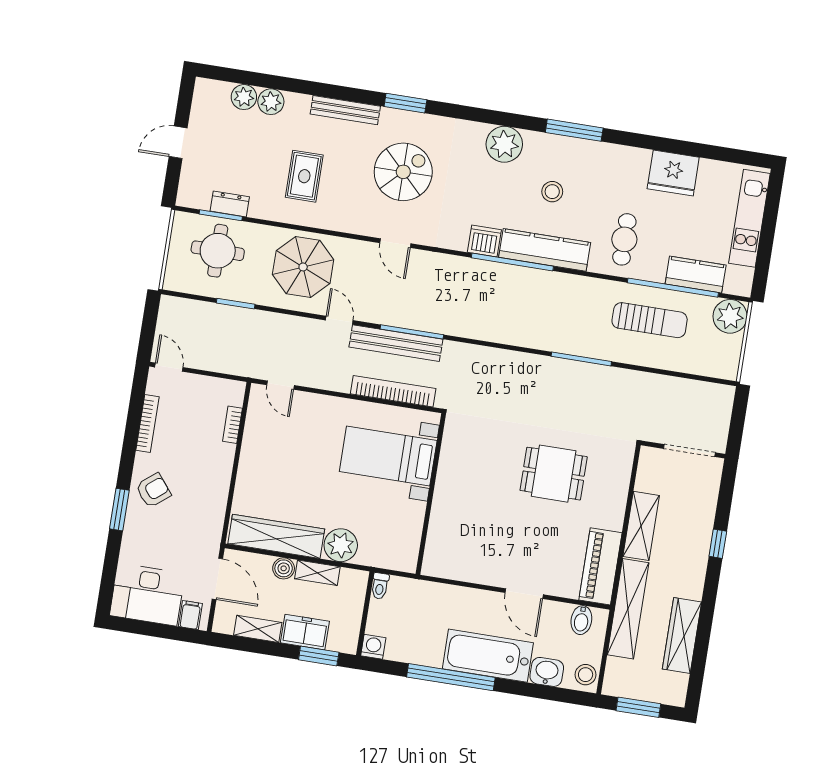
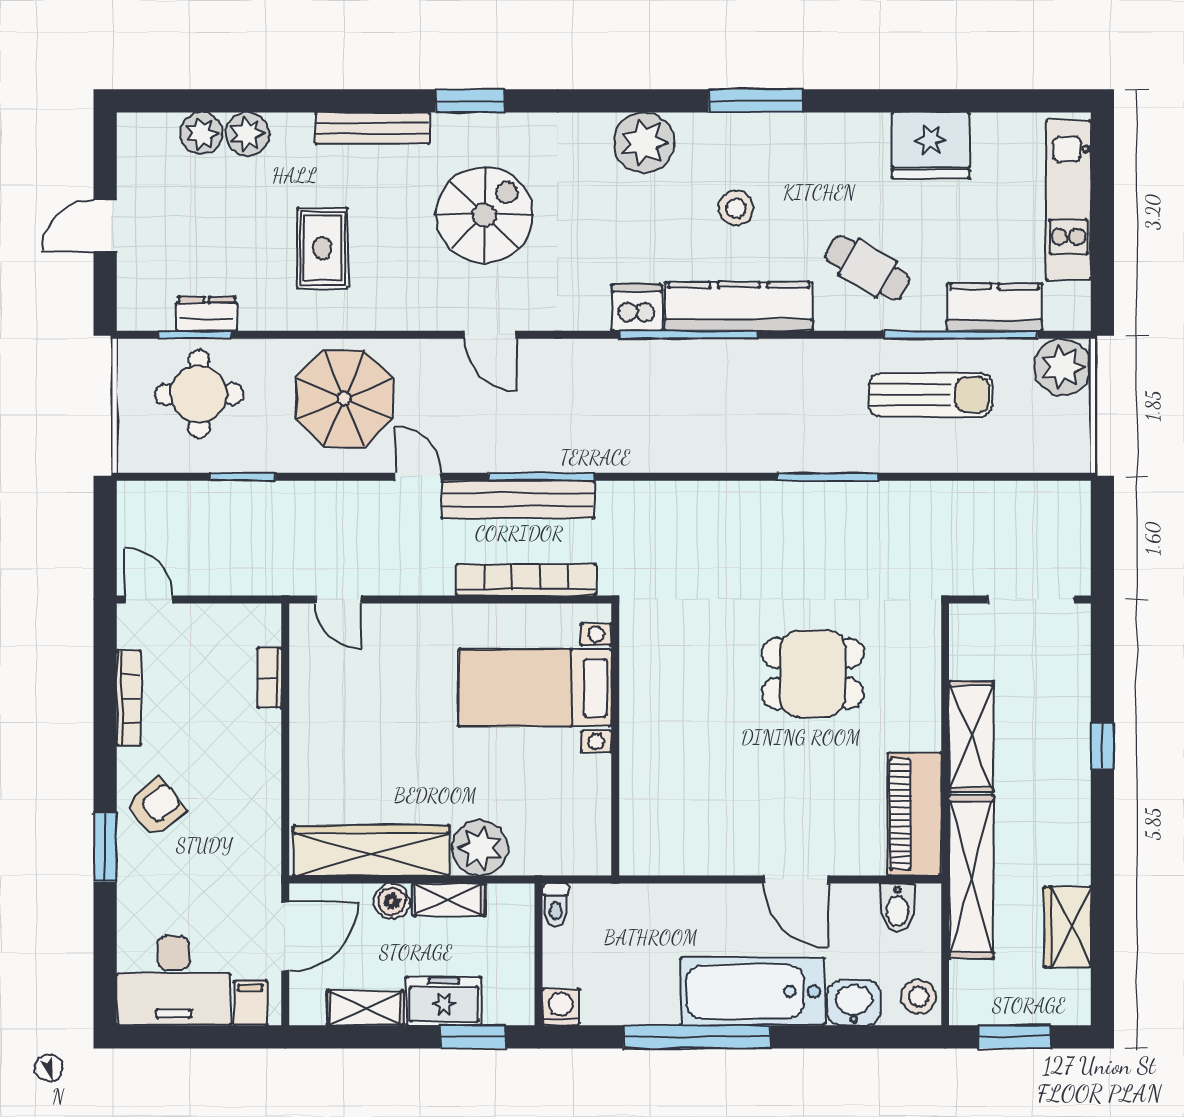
cafe table: (624, 239) -> (868, 268), turned -59
door: (217, 579) -> (285, 936), hinge flipped
wardrobe: (682, 635) -> (1067, 927), width x0.67

